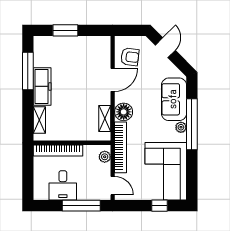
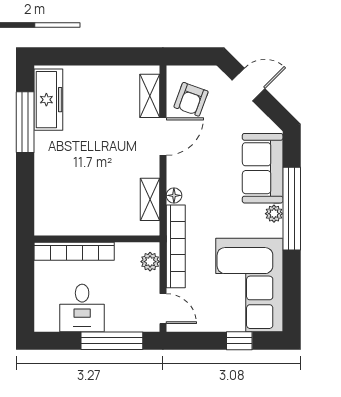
window: (65, 30) -> (86, 56), removed
door: (165, 48) -> (248, 84), hinge flipped
armchair: (130, 57) -> (191, 99), turned 103
freezer: (42, 86) -> (48, 100), moved
floor lamp: (124, 112) -> (174, 195), width x0.53, depth x0.53
shelving: (39, 120) -> (150, 96), moved

